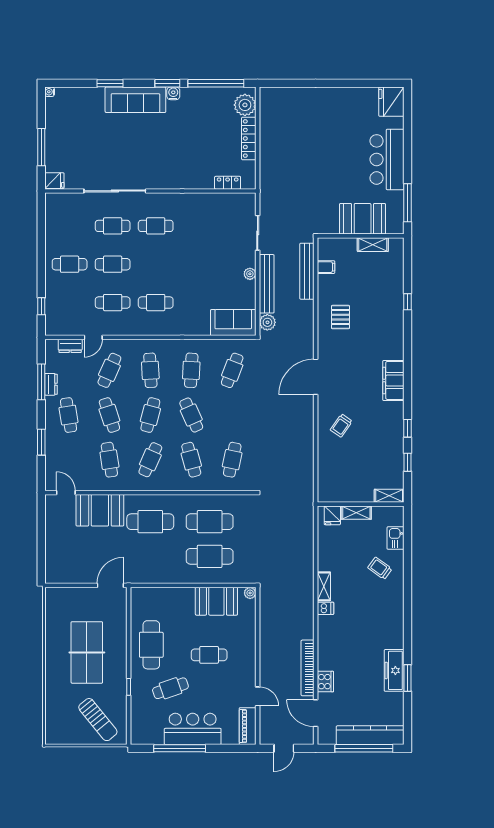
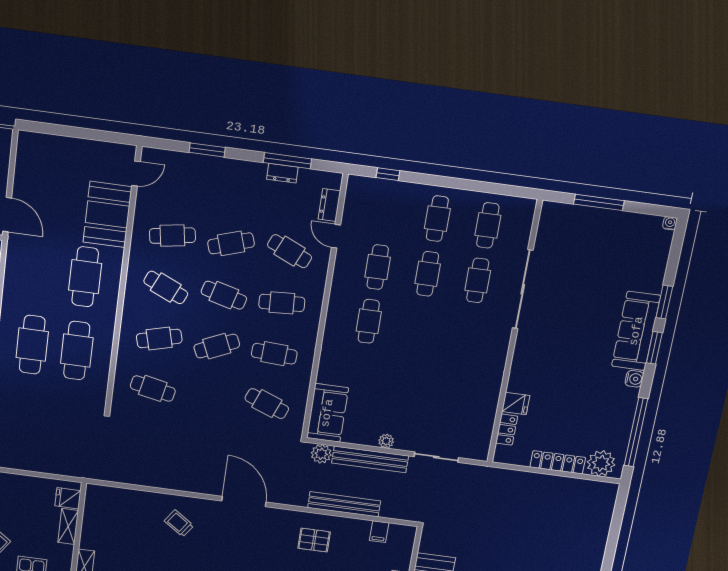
window: (167, 83) -> (654, 348), moved
fridge: (54, 181) -> (516, 403), moved, turned -90
cafe table: (156, 226) -> (488, 225), moved
bench: (307, 271) -> (344, 504), moved
cafe table: (69, 415) -> (238, 191), removed

